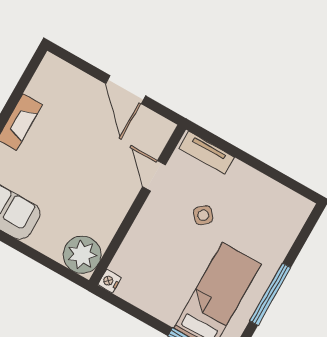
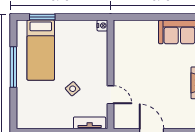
plant: (82, 255) -> (125, 31), removed

